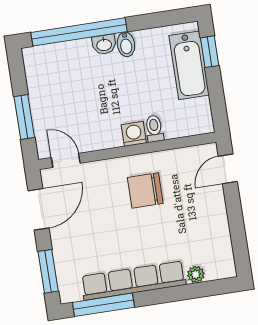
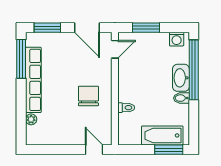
washbasin: (104, 44) -> (181, 78), width x1.91, depth x1.45
window: (210, 52) -> (169, 150), width x1.50
washing machine: (134, 134) -> (177, 39), moved, turned 90

